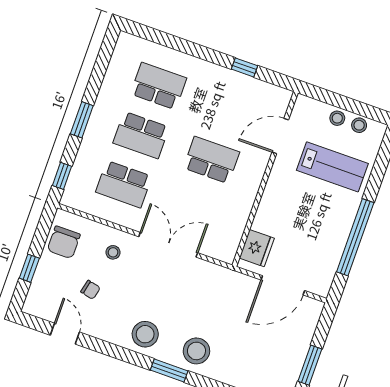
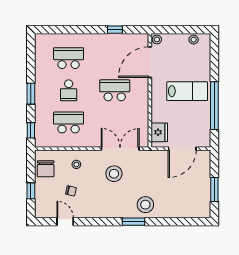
stool: (337, 118) -> (157, 39), moved
school desk: (141, 135) -> (69, 90), width x0.54
door: (280, 136) -> (150, 62), width x1.36
lab bench: (332, 167) -> (187, 91), moved
school desk: (124, 184) -> (69, 122), turned 180
double door: (168, 245) -> (120, 149), moved
stool: (145, 334) -> (114, 174), moved

